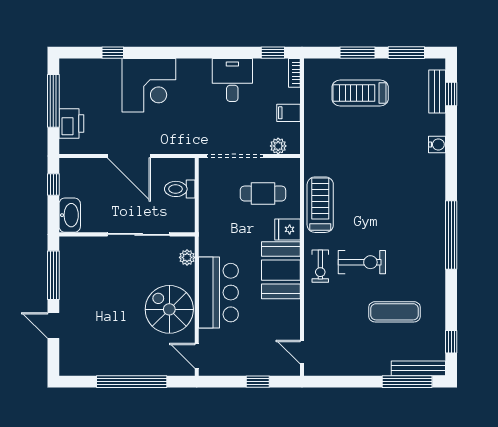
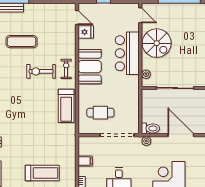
plant: (278, 146) -> (146, 141), moved
toilet: (180, 189) -> (150, 128), moved
fridge: (288, 229) -> (86, 32), moved

